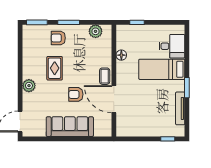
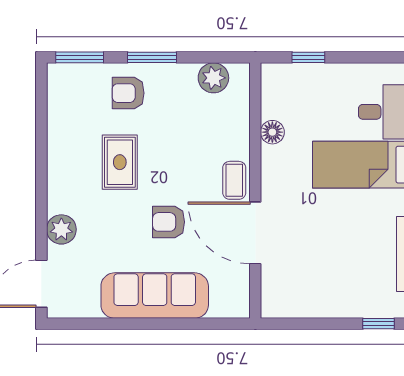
plant: (29, 86) -> (61, 229), moved

